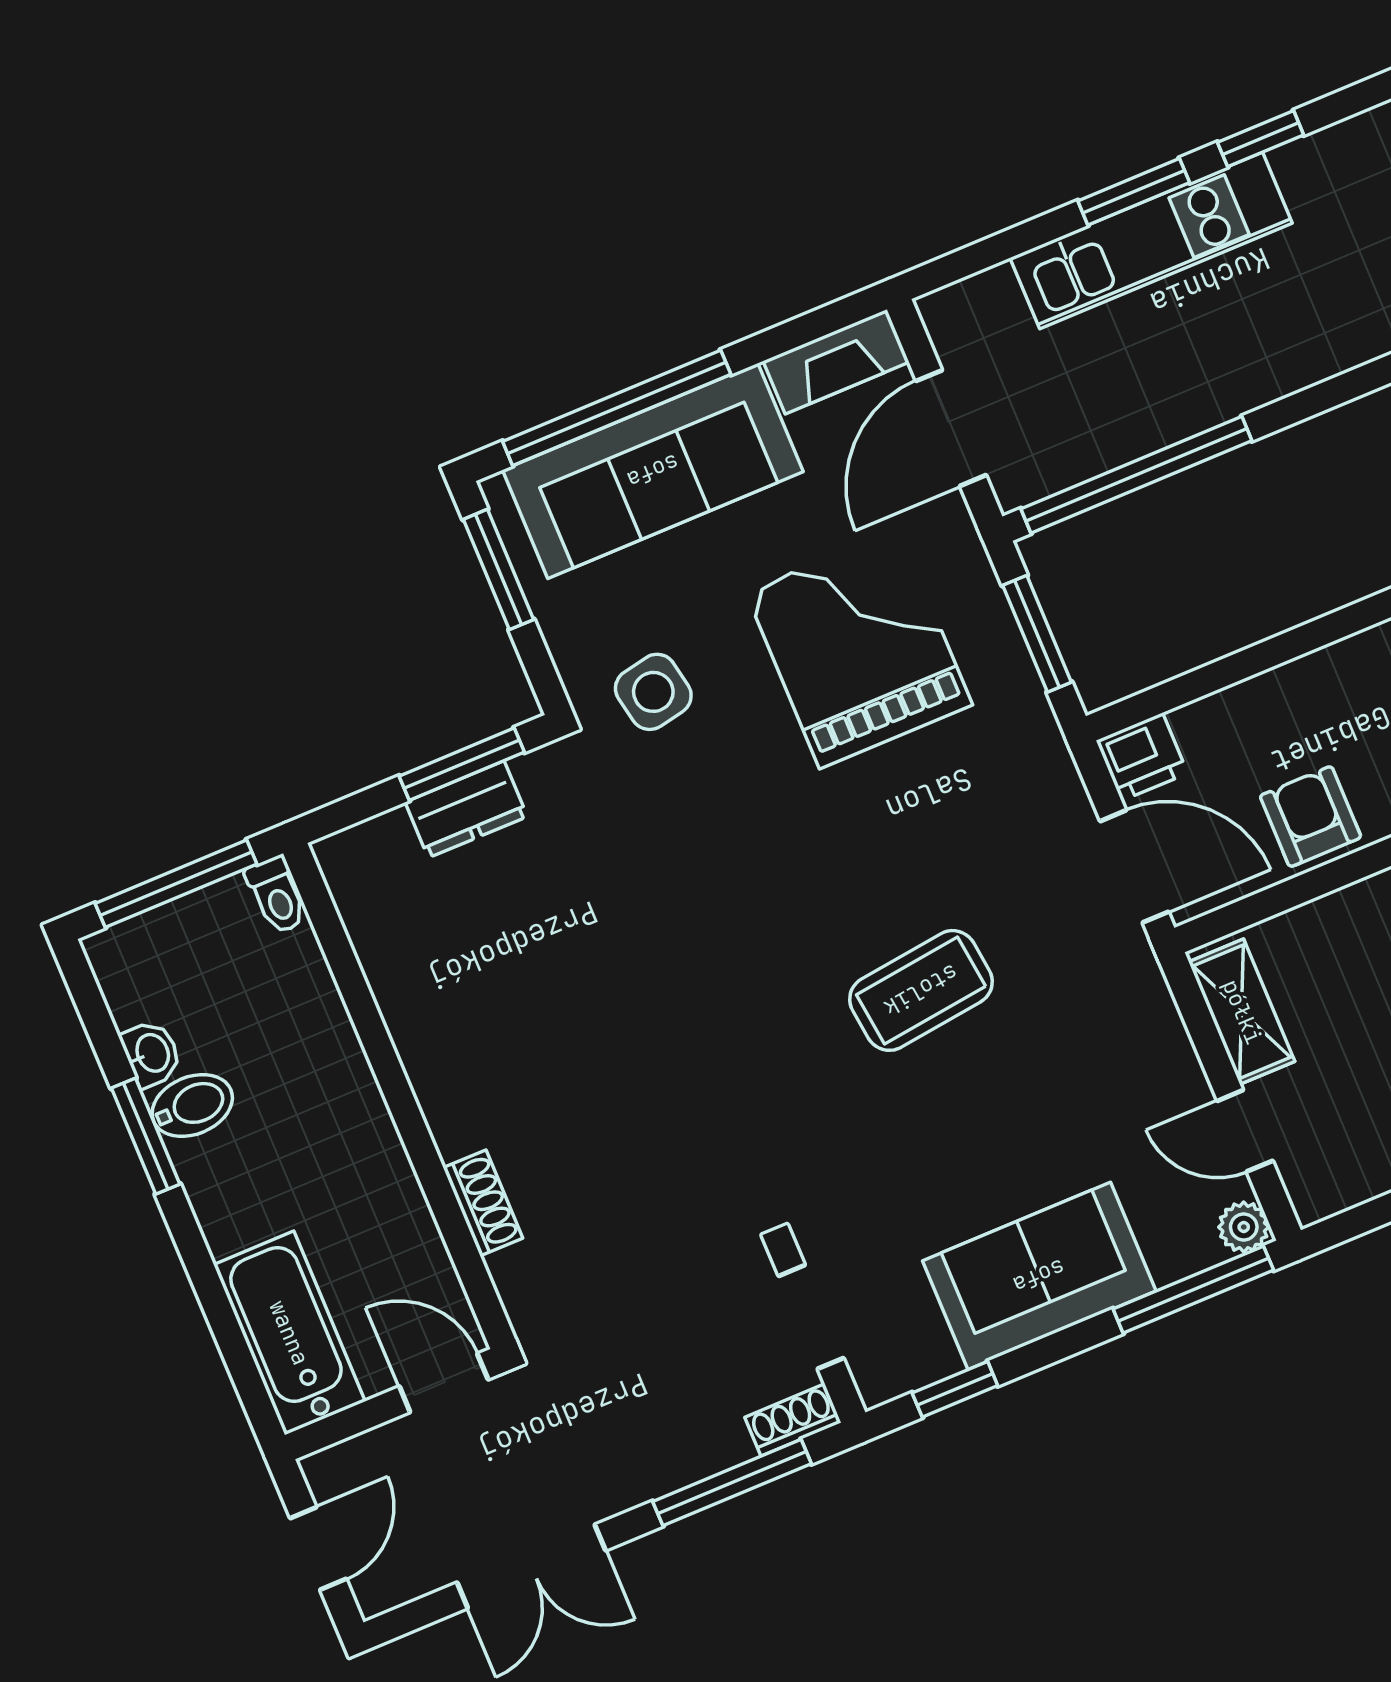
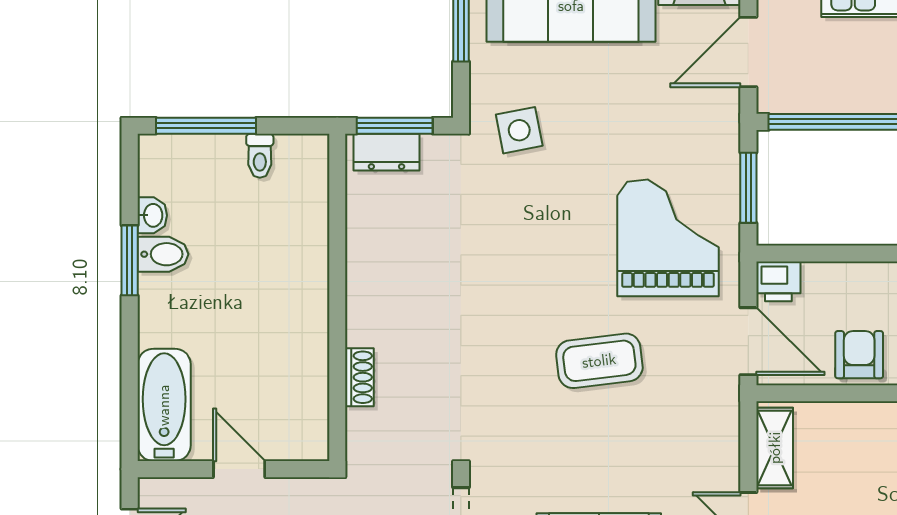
grand piano: (859, 648) -> (668, 238), moved
wall: (399, 1096) -> (337, 297), moved
shoe rack: (483, 1203) -> (359, 377), moved

